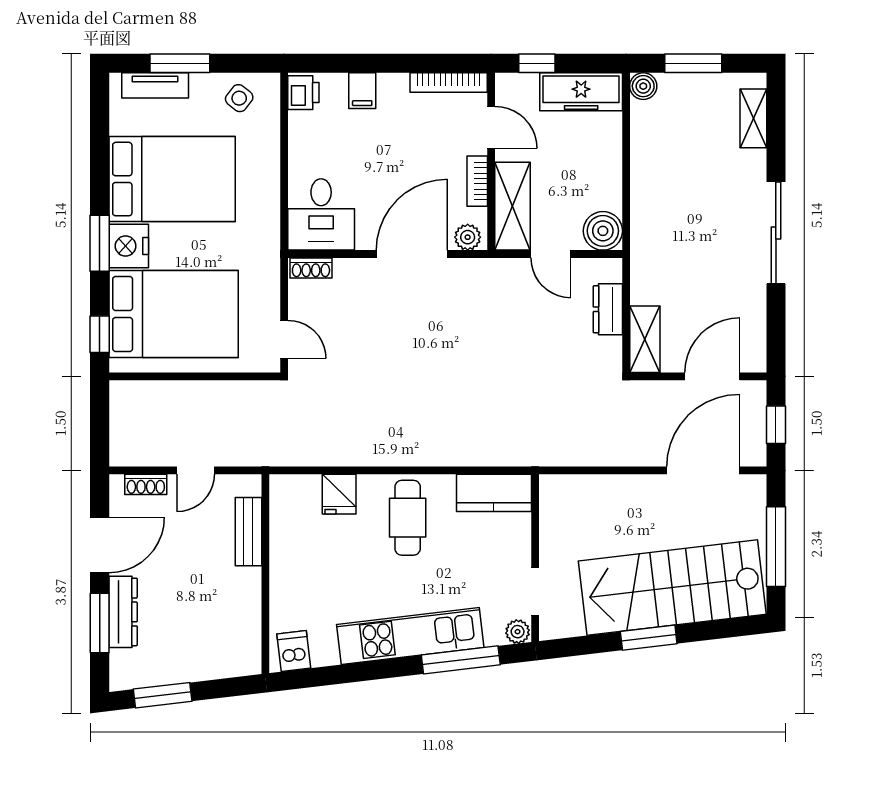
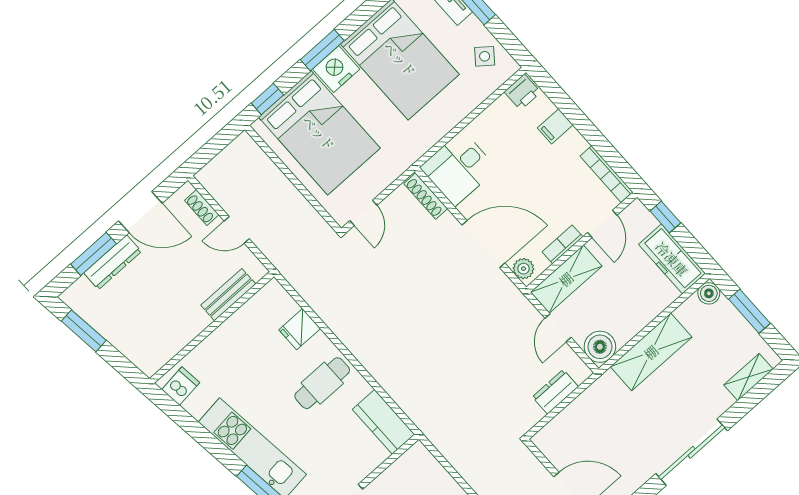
shoe rack: (311, 268) -> (426, 196), width x1.43
shelving: (645, 339) -> (651, 352), moved, width x1.50, depth x1.33

